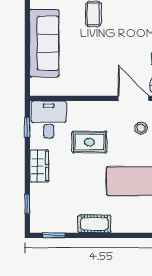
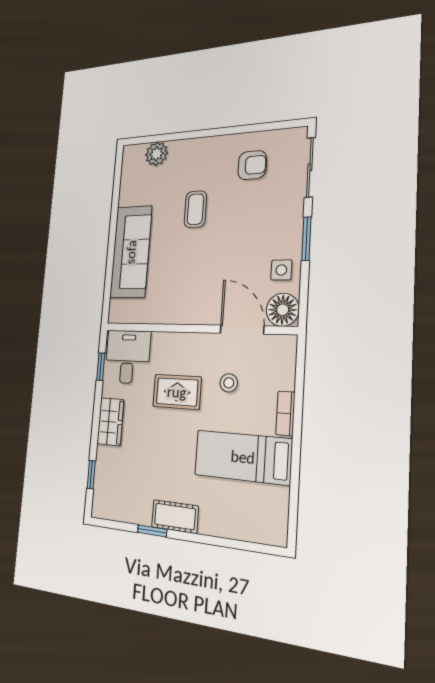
stool: (141, 128) -> (229, 383), moved
window: (54, 235) -> (152, 531), moved

